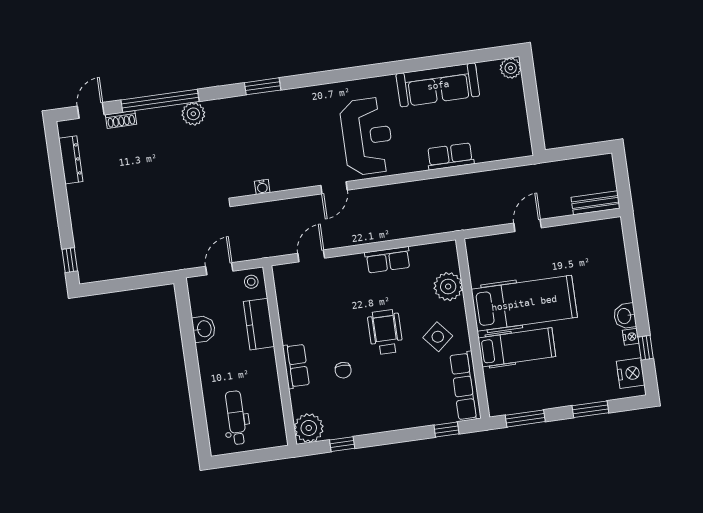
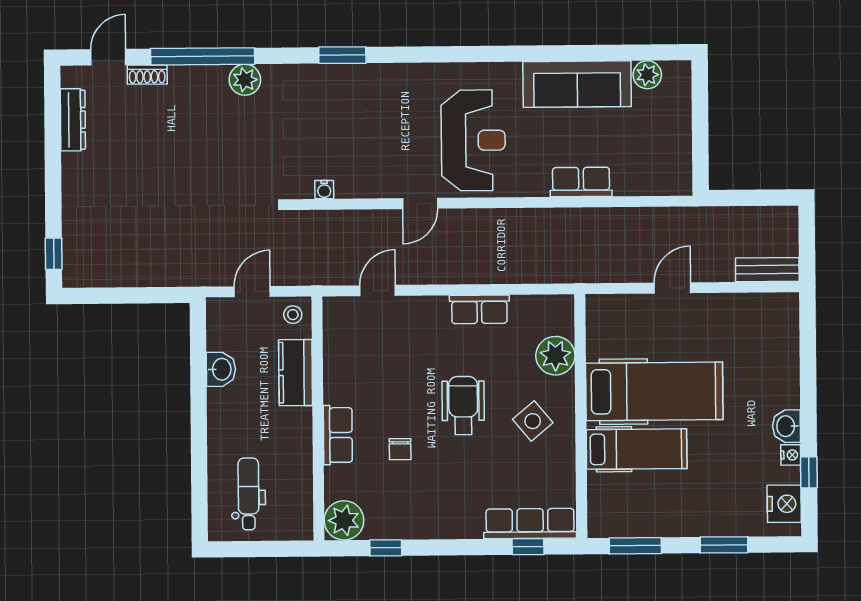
plant: (511, 68) -> (647, 75), moved
row of seats: (465, 386) -> (530, 524), moved, turned 90

